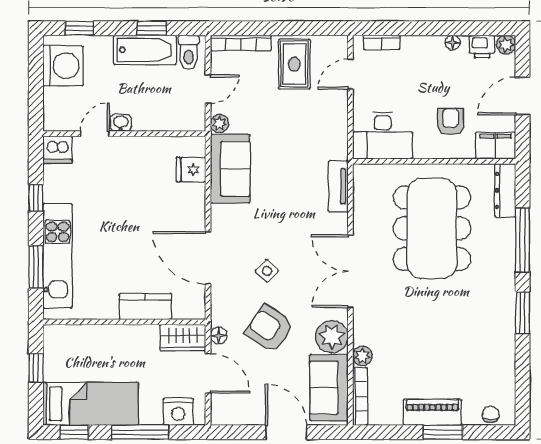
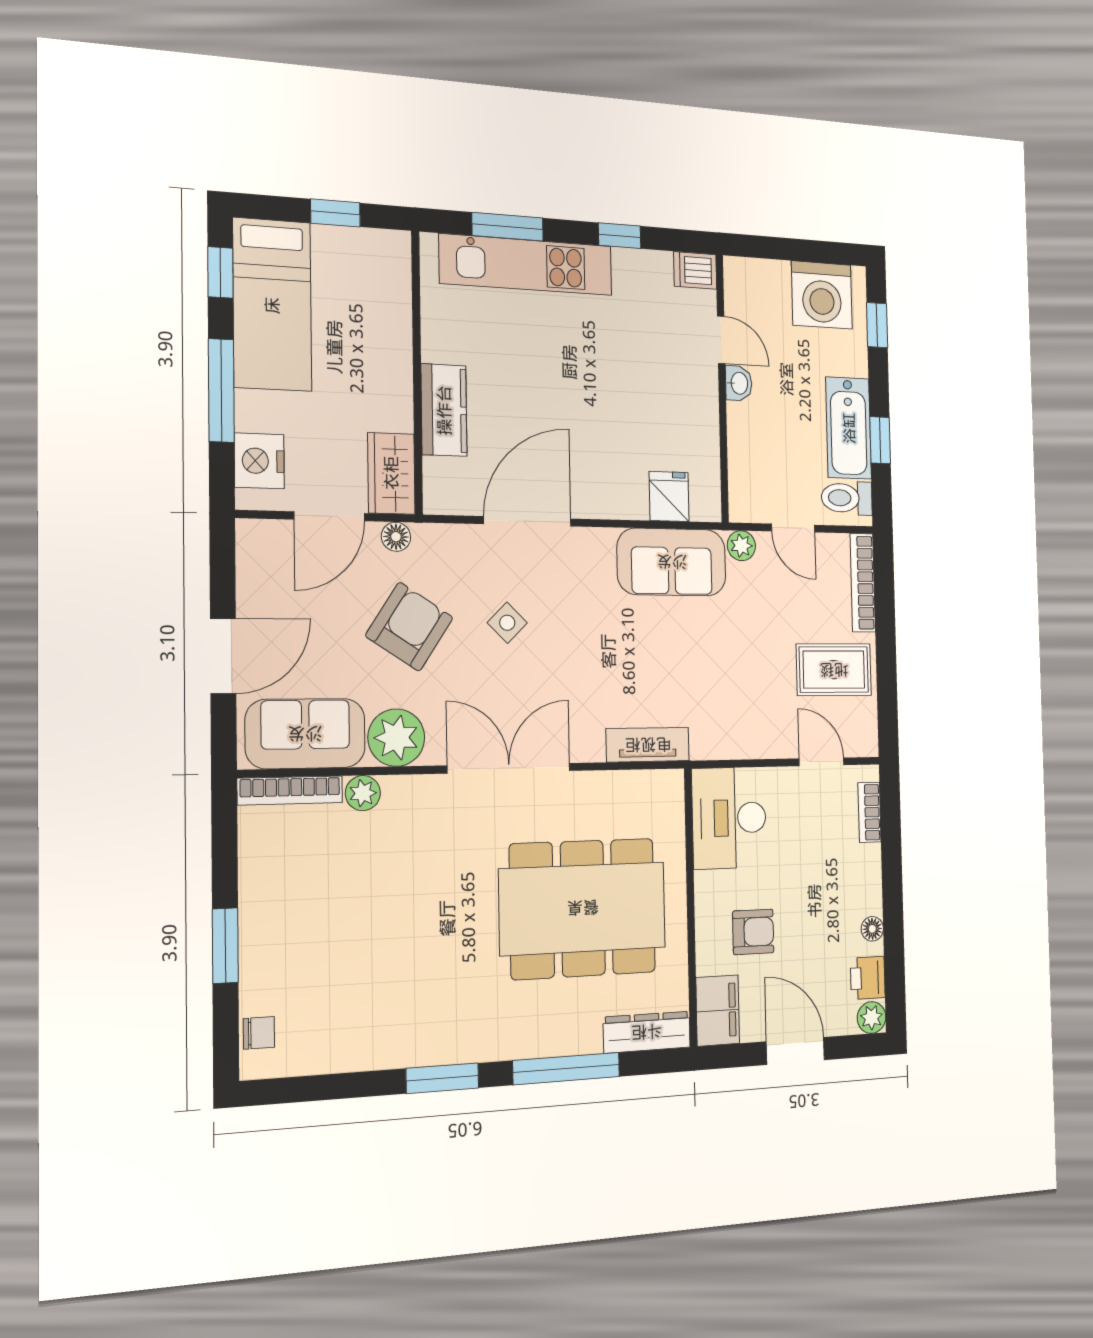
dishwasher: (57, 150) -> (695, 270), width x0.73
piano: (432, 412) -> (262, 925), removed

